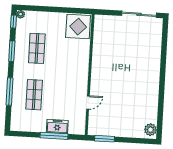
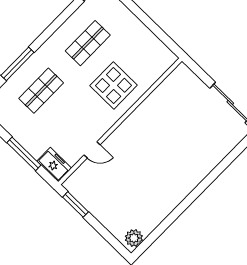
display table: (78, 27) -> (114, 85), moved
window: (12, 51) -> (58, 22), removed
freezer: (57, 127) -> (54, 165), moved

